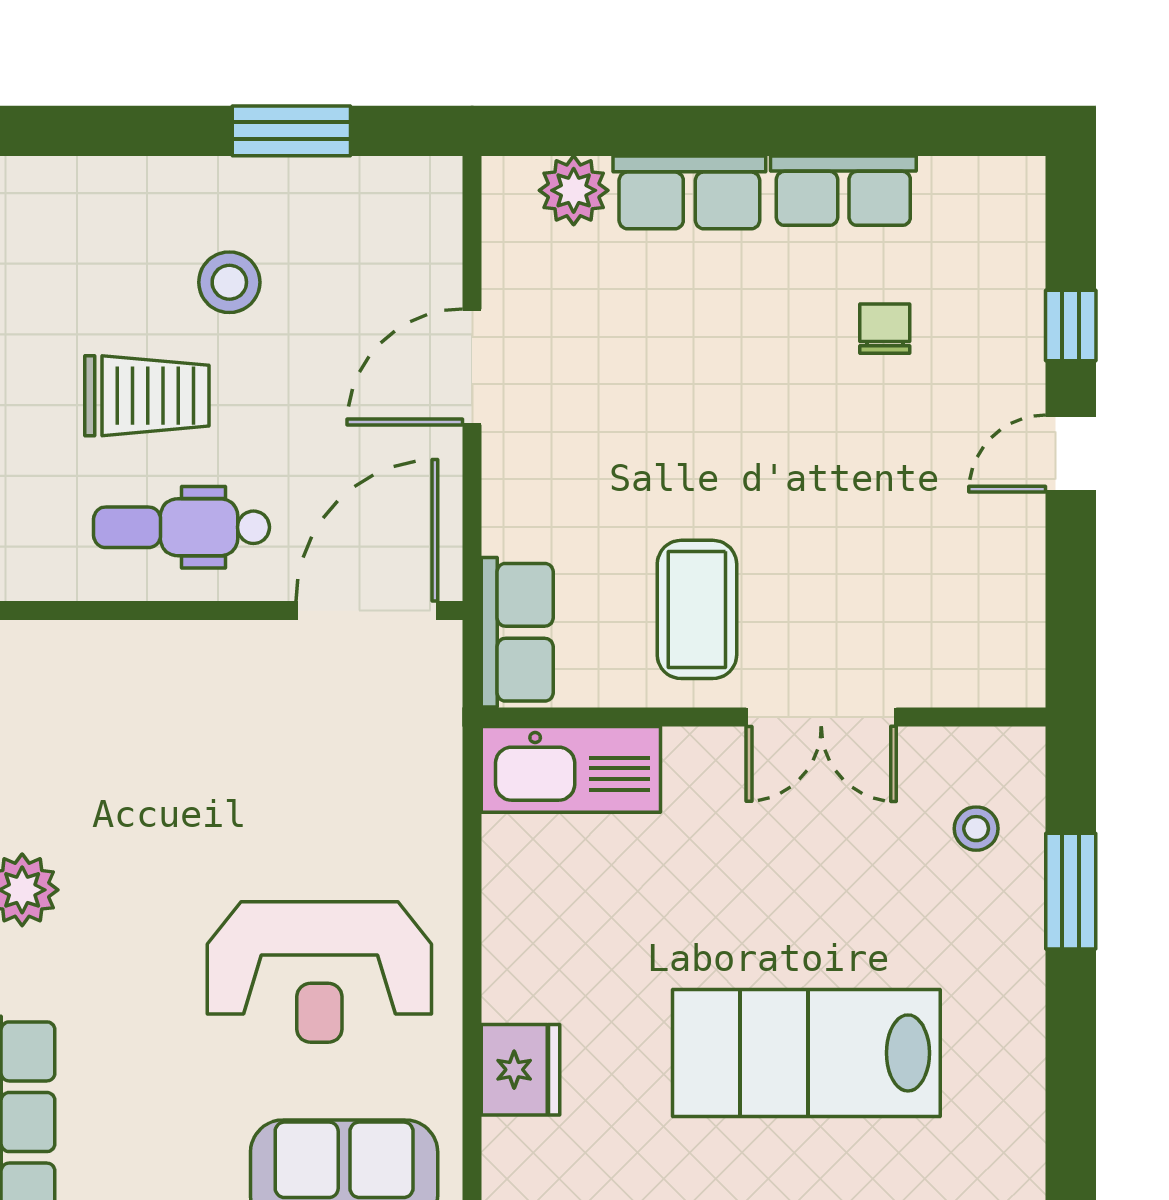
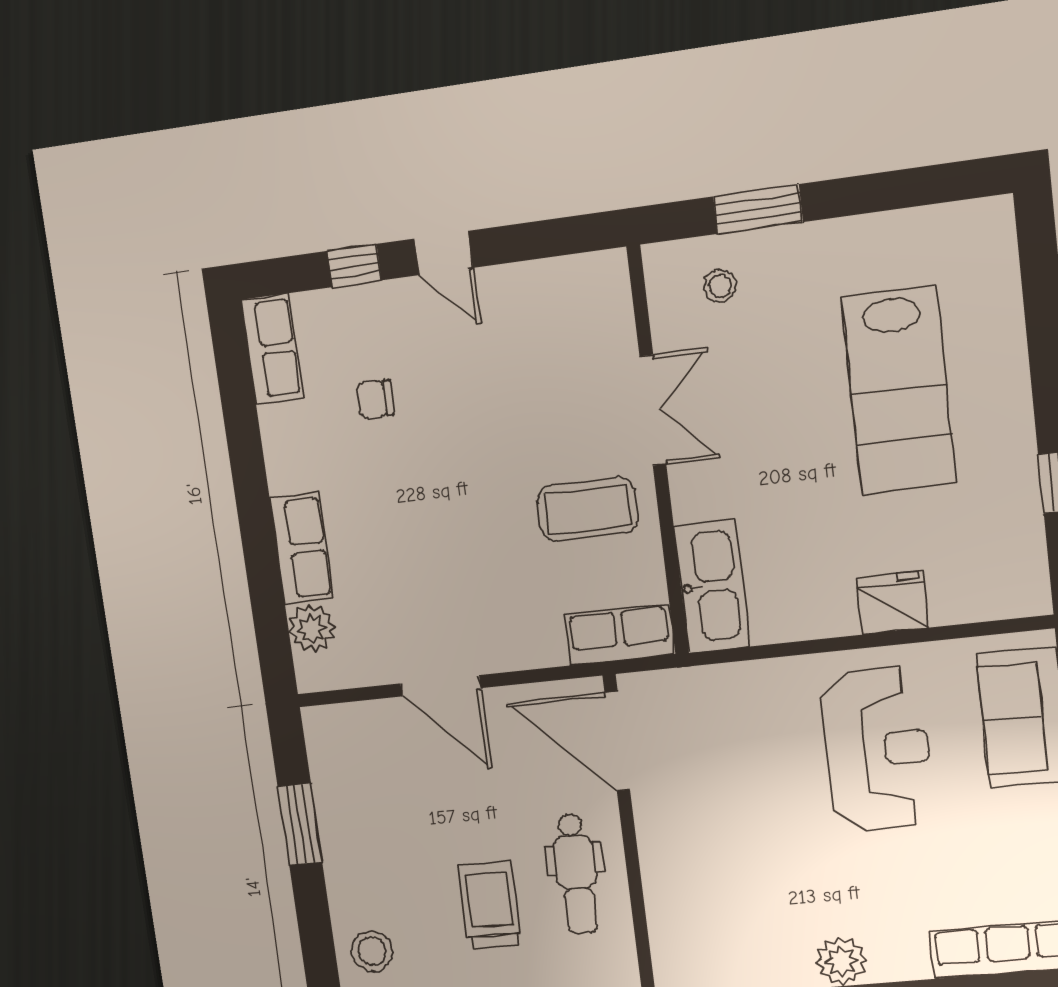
row of seats: (843, 191) -> (272, 349), moved
stool: (229, 282) -> (372, 951), moved
fridge: (520, 1070) -> (893, 603), moved

